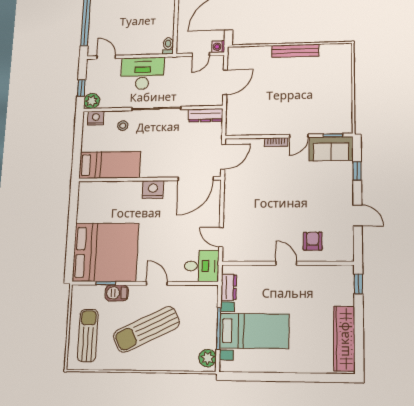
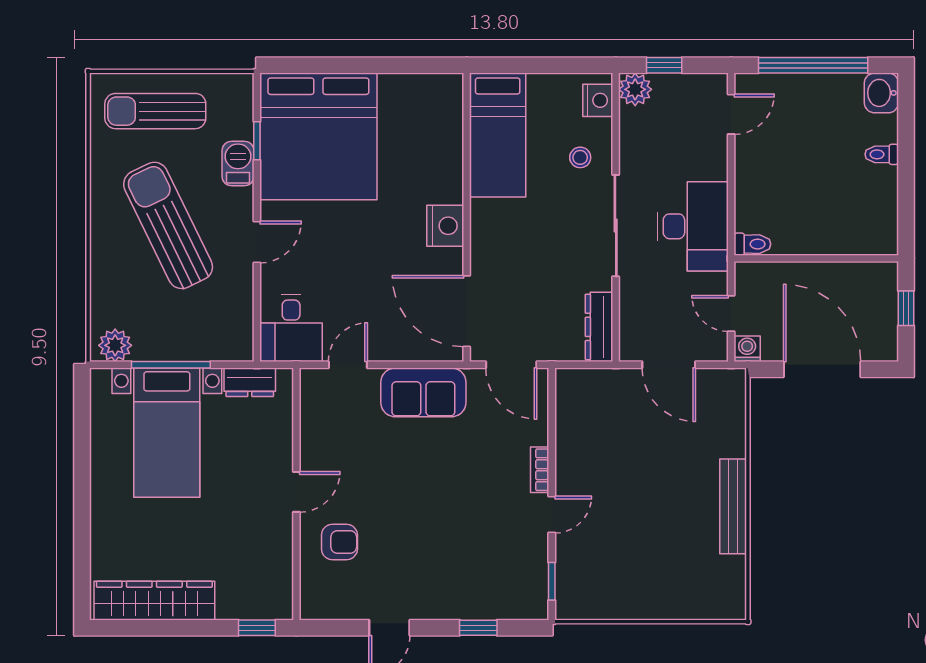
desk: (142, 73) -> (693, 226), moved
door: (299, 136) -> (552, 515), swing flipped
sofa: (331, 149) -> (423, 392), moved, turned -90
sun lounger: (88, 335) -> (155, 111), turned 180

